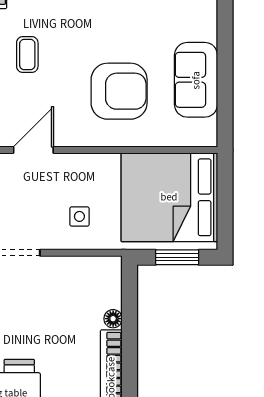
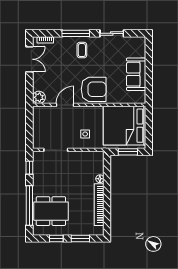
coffee table: (27, 55) -> (82, 50), moved
armchair: (119, 91) -> (94, 89), moved

